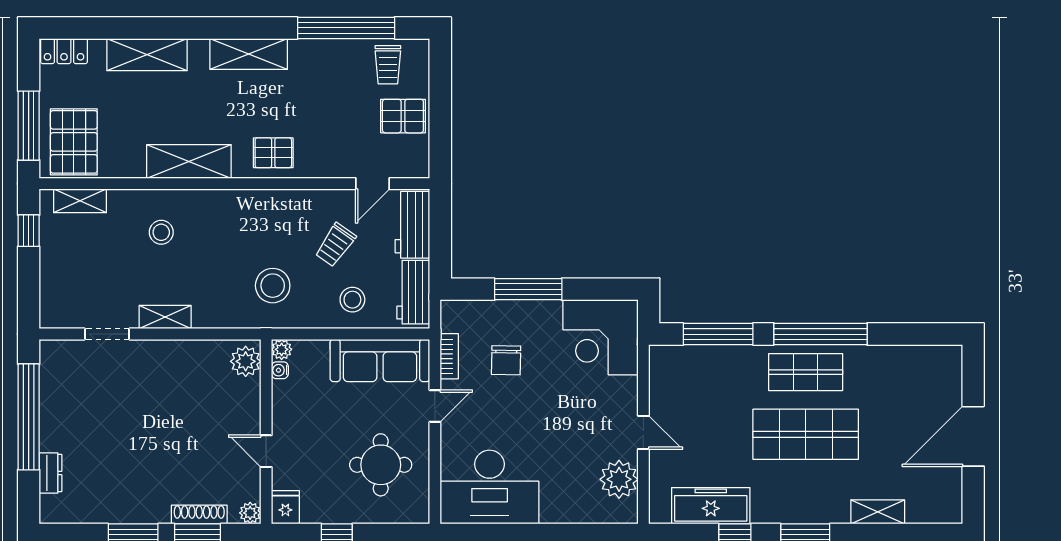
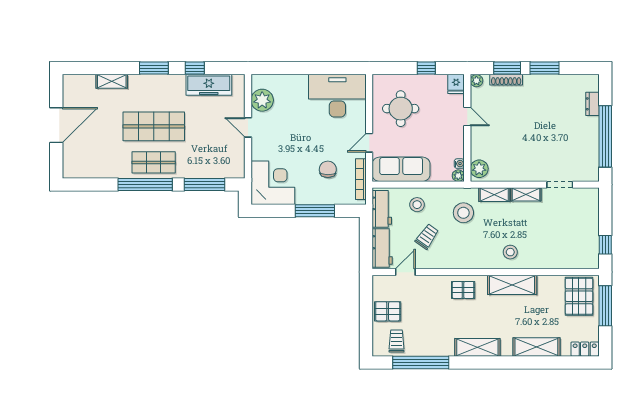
shelving: (80, 201) -> (494, 195), moved
stool: (161, 232) -> (510, 252), moved
bookcase: (449, 356) -> (361, 179), width x1.56

